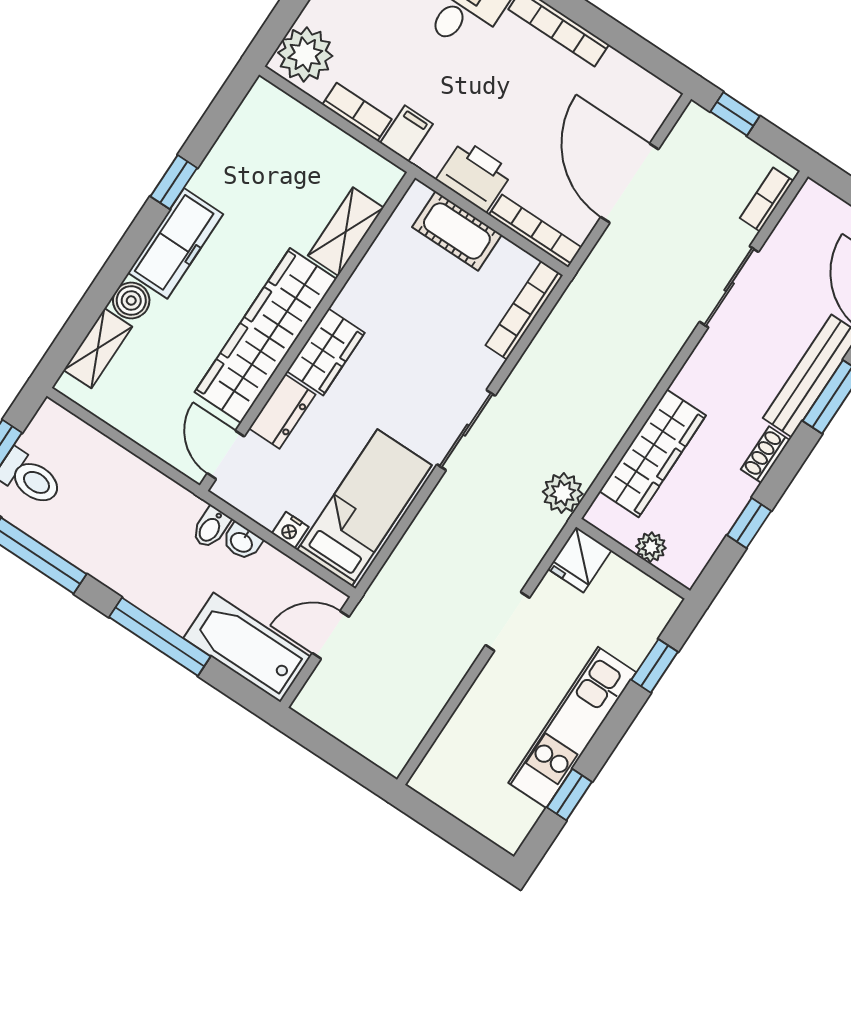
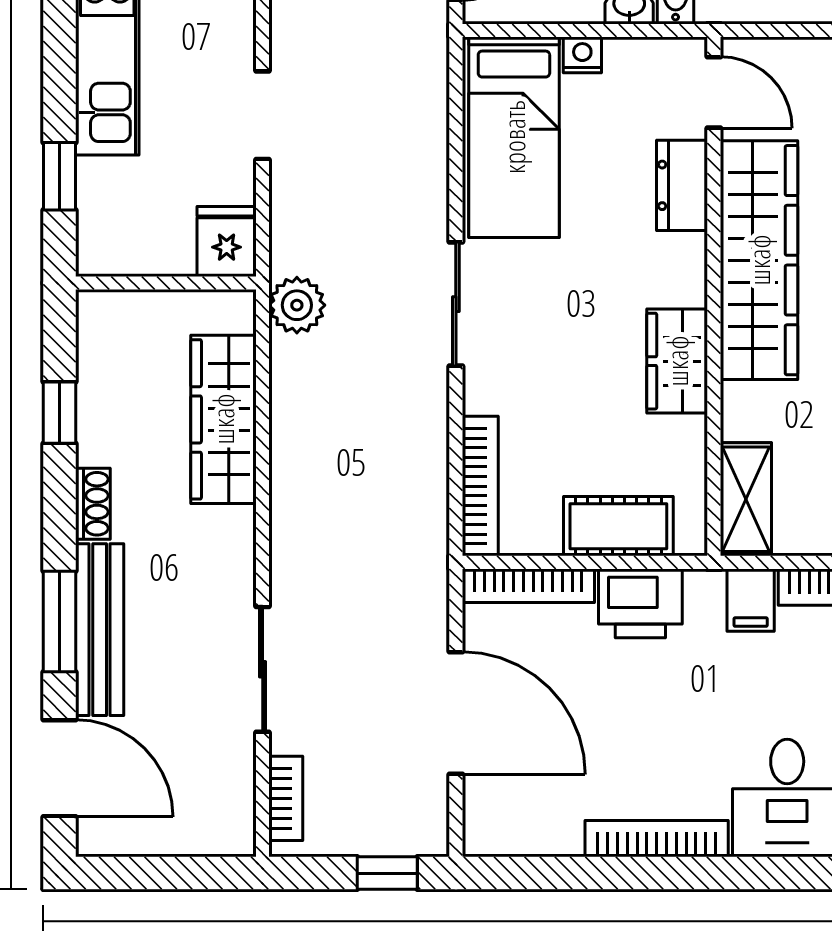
shelving: (346, 232) -> (746, 499), moved
wardrobe: (326, 352) -> (677, 361), moved
plant: (651, 547) -> (154, 310), removed

